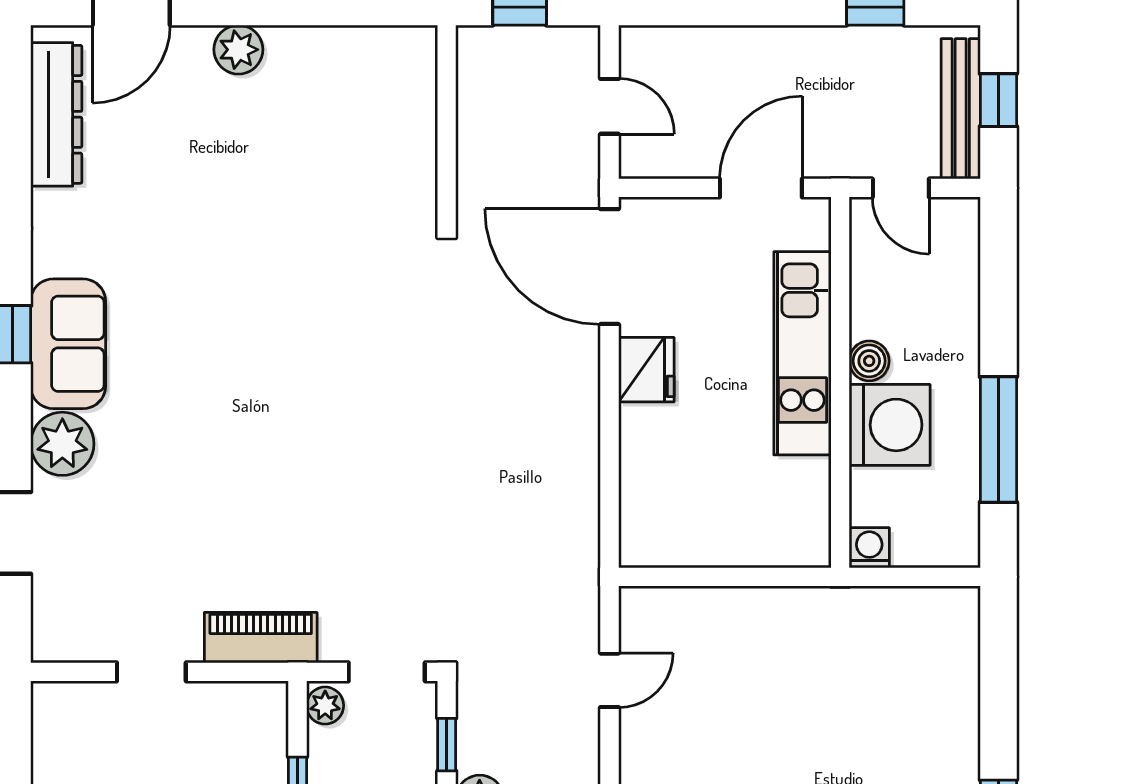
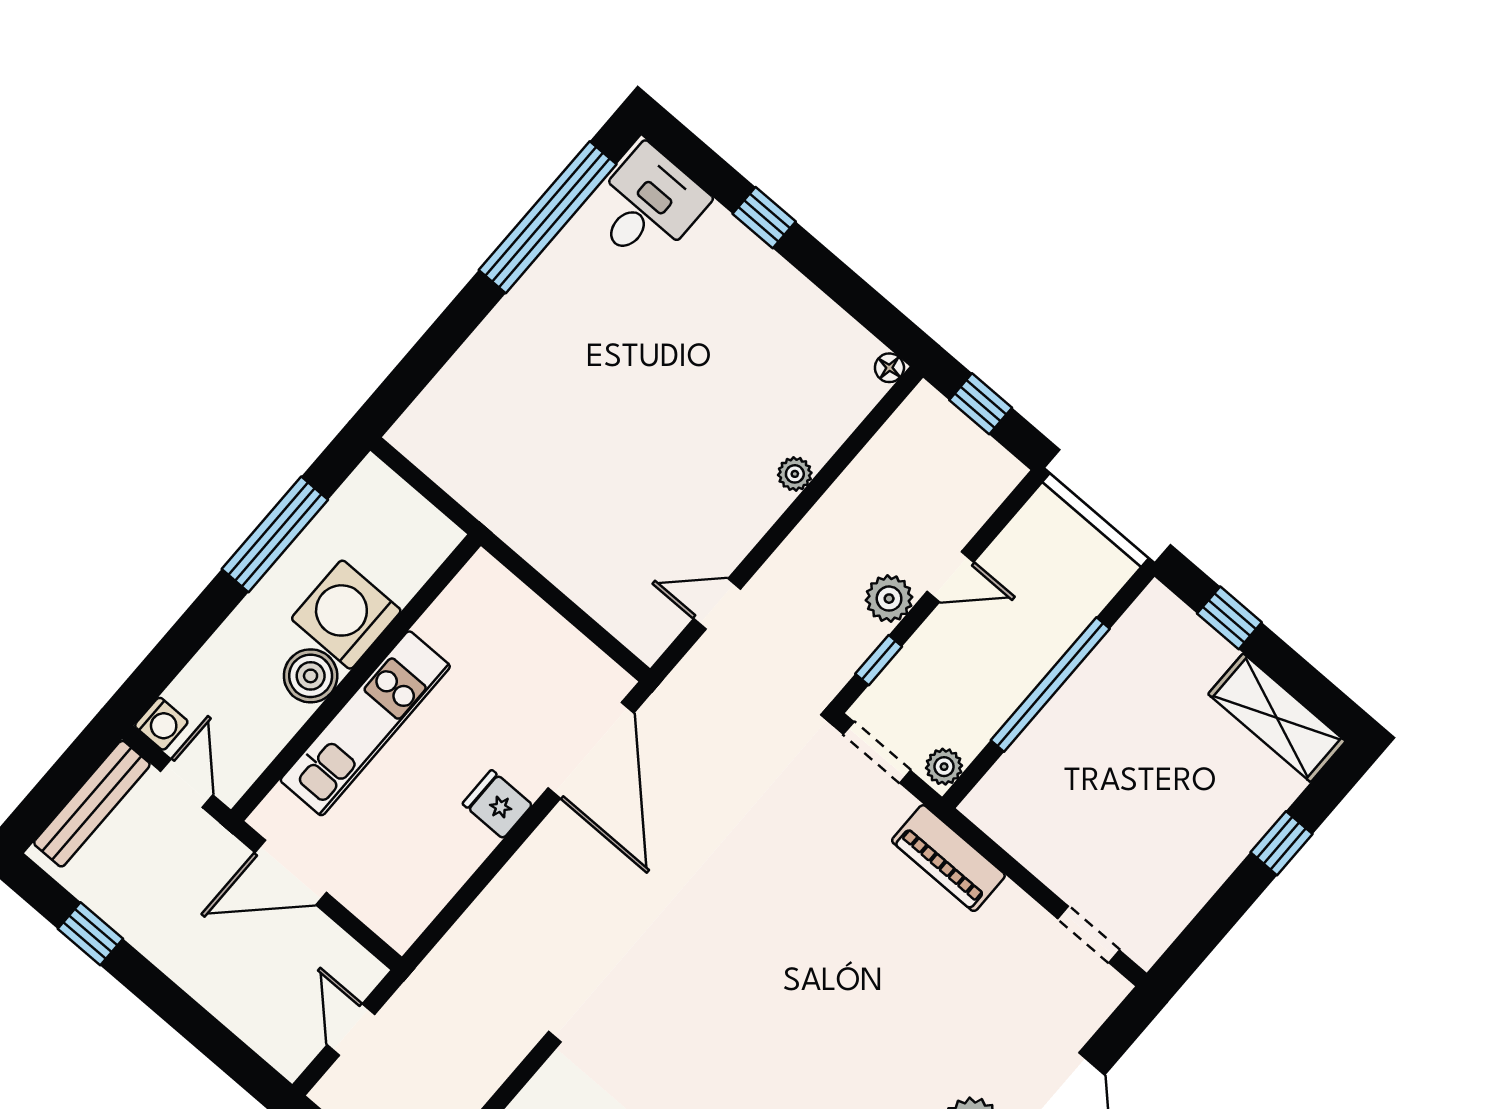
window: (998, 100) -> (58, 786), removed
door: (610, 267) -> (591, 750), moved
boiler: (869, 361) -> (311, 676), width x1.36, depth x1.36
fridge: (646, 370) -> (497, 804), width x0.72
washing machine: (869, 548) -> (161, 724), moved, turned -90
doorway: (151, 672) -> (1088, 934), moved

